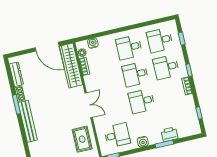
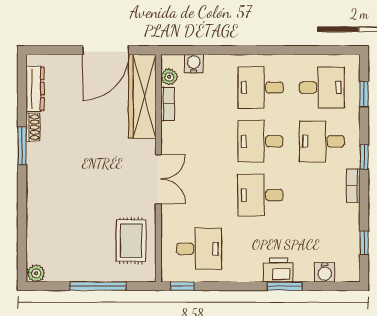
desk: (160, 40) -> (322, 88), turned 180
door: (47, 47) -> (106, 50), hinge flipped
bench: (28, 121) -> (36, 183), removed
printer: (169, 134) -> (278, 270), moved
water cooler: (143, 142) -> (325, 272), moved

